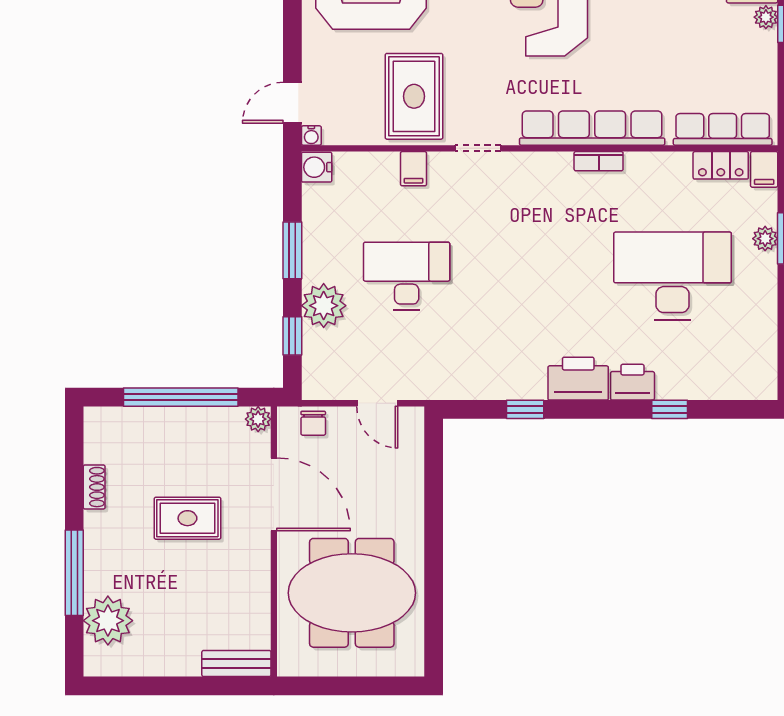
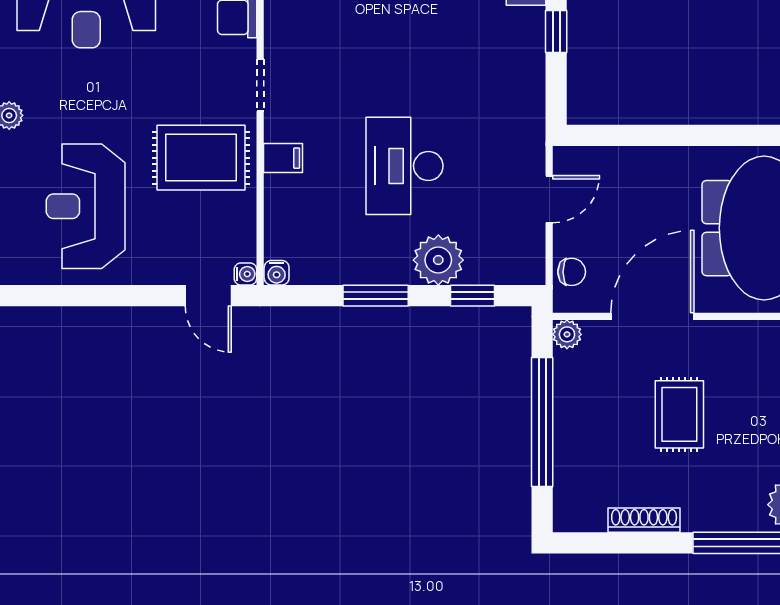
water cooler: (317, 167) -> (277, 273), width x0.72, depth x0.72
shoe rack: (94, 487) -> (644, 520), width x1.43

